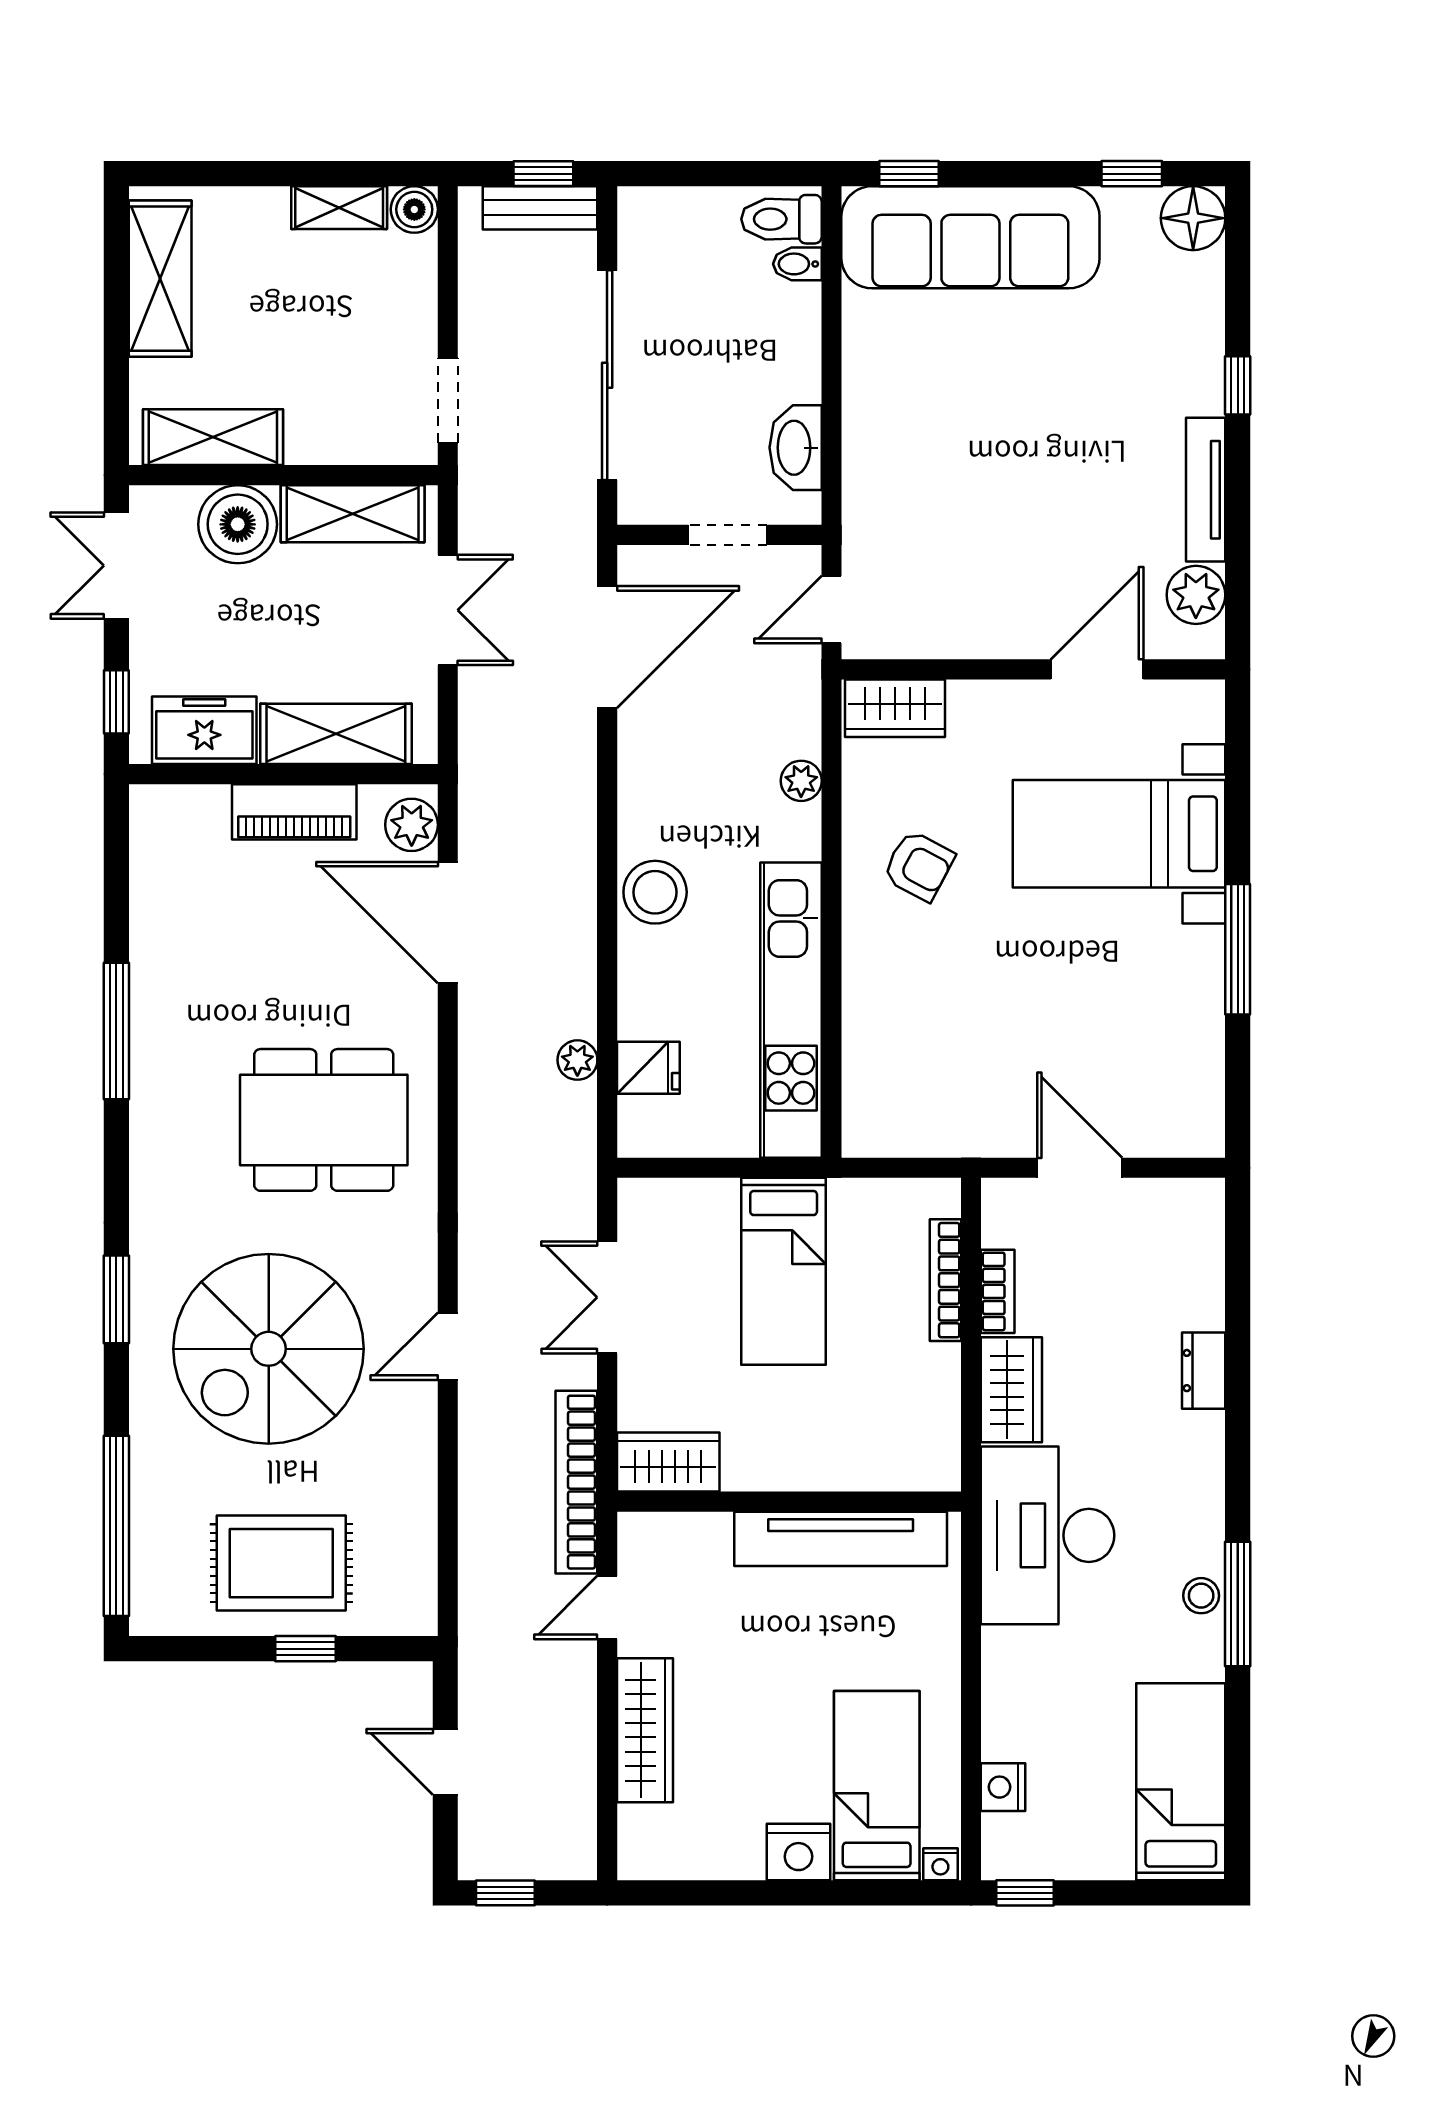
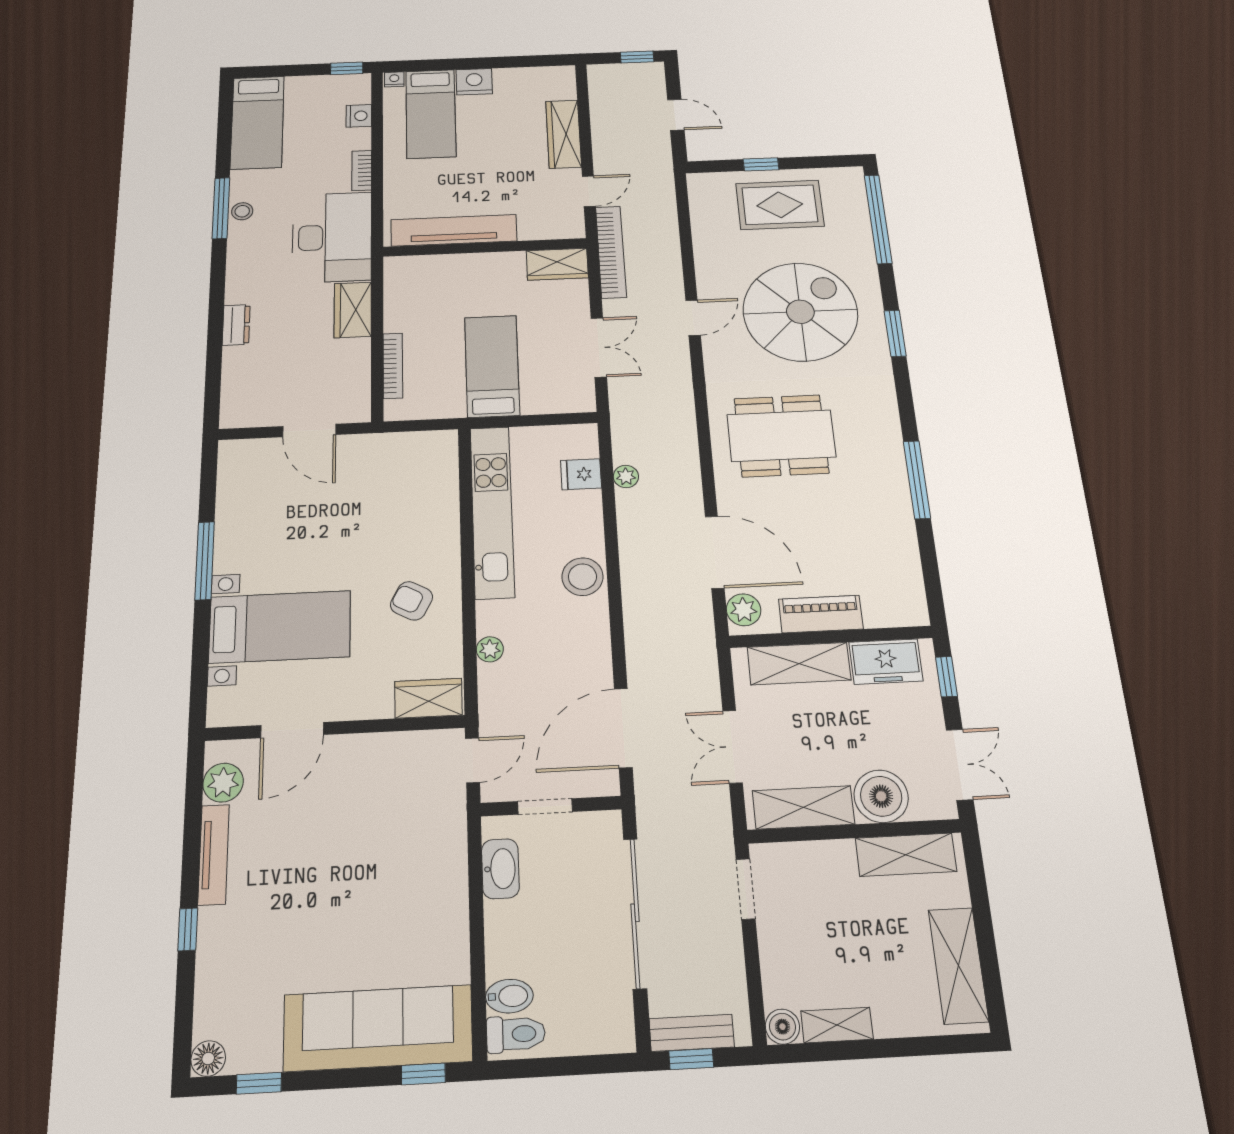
floor lamp: (1193, 218) -> (208, 1058), width x0.73, depth x0.73
bidet: (797, 264) -> (509, 996), width x1.38, depth x1.36
bookcase: (998, 1291) -> (362, 170), moved

